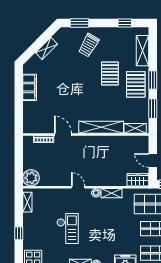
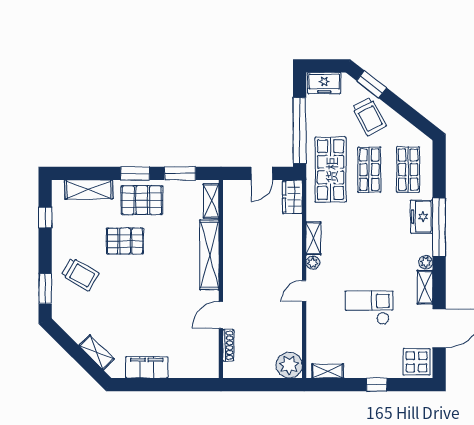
shelving: (47, 48) -> (97, 352), moved

